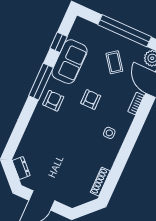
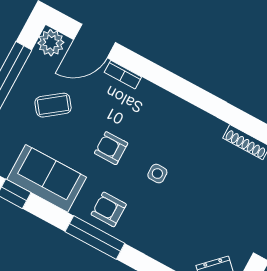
window: (41, 82) -> (95, 238), moved
side table: (109, 133) -> (157, 174), moved

